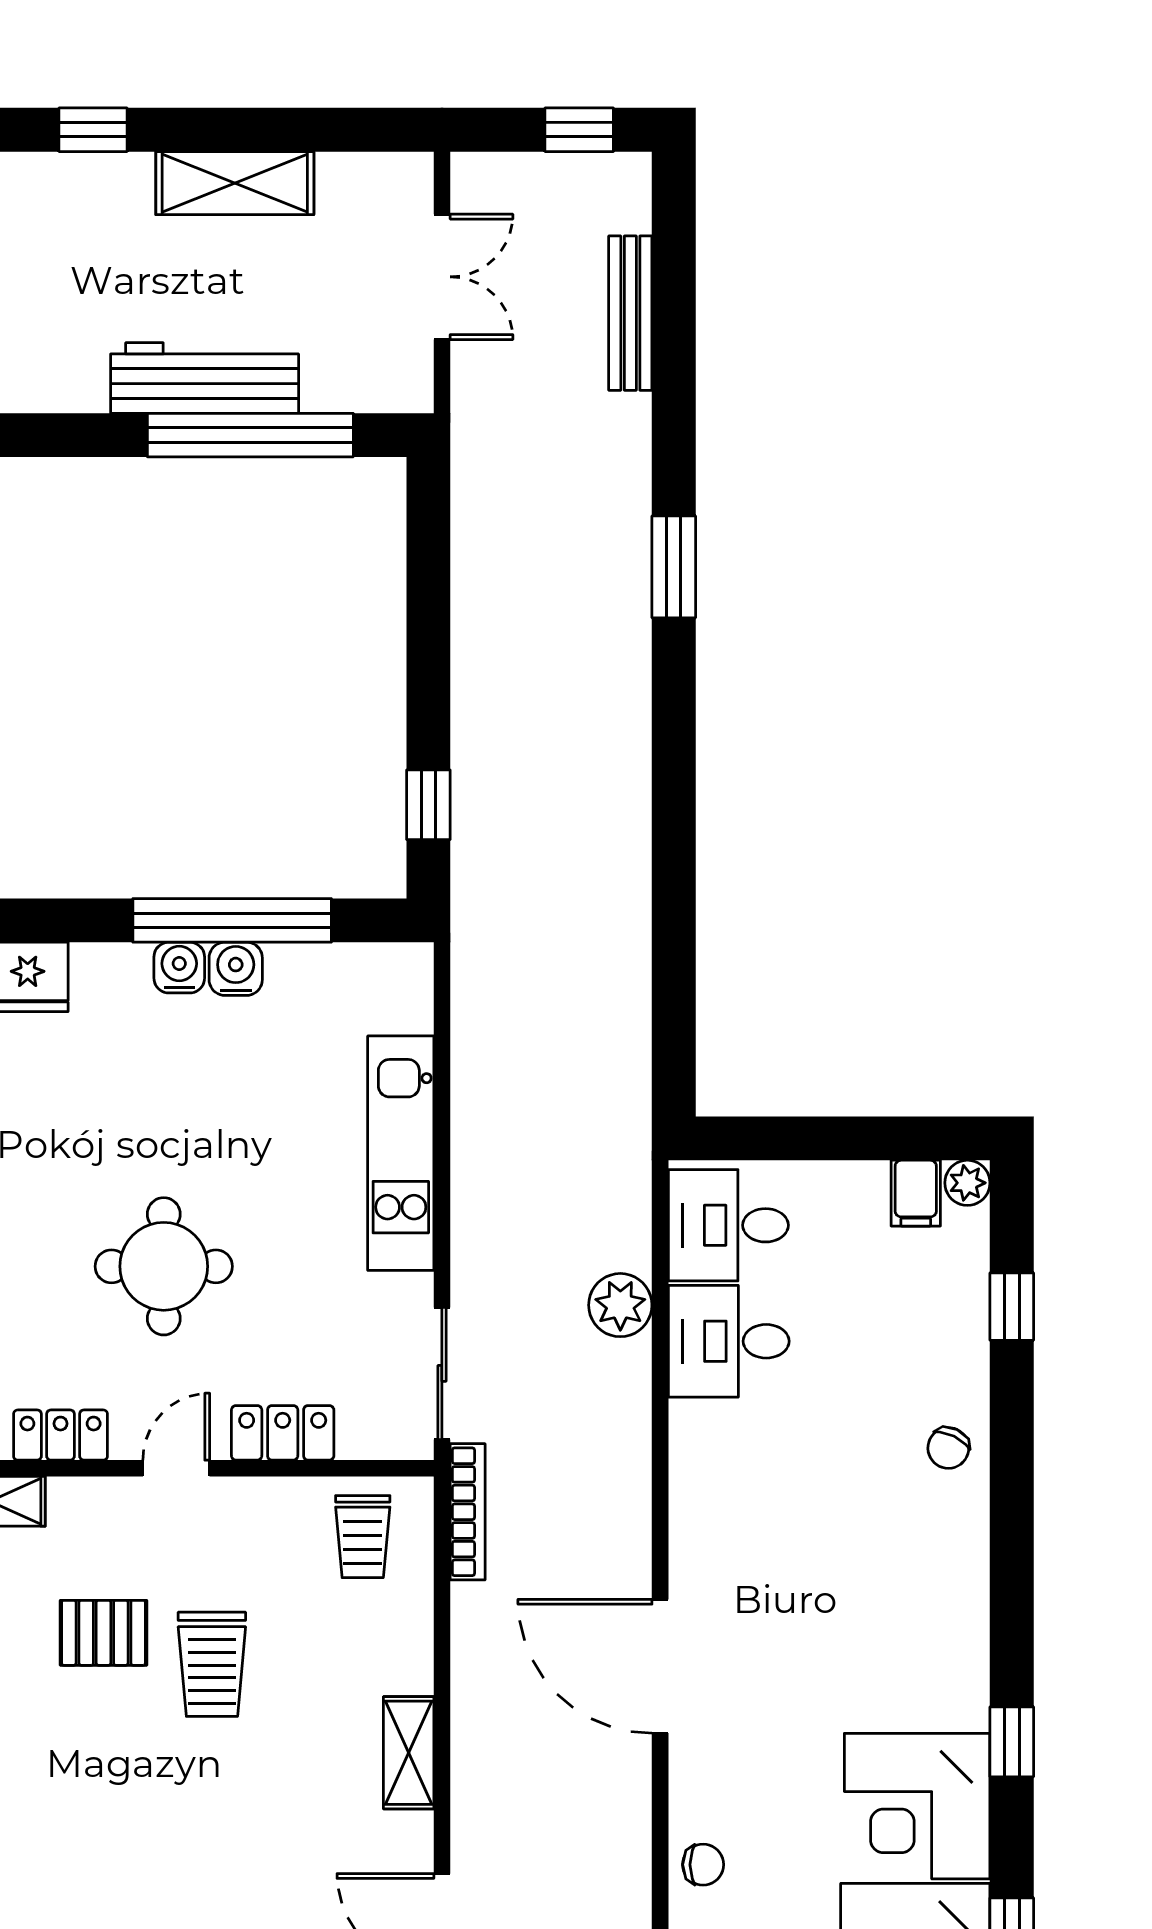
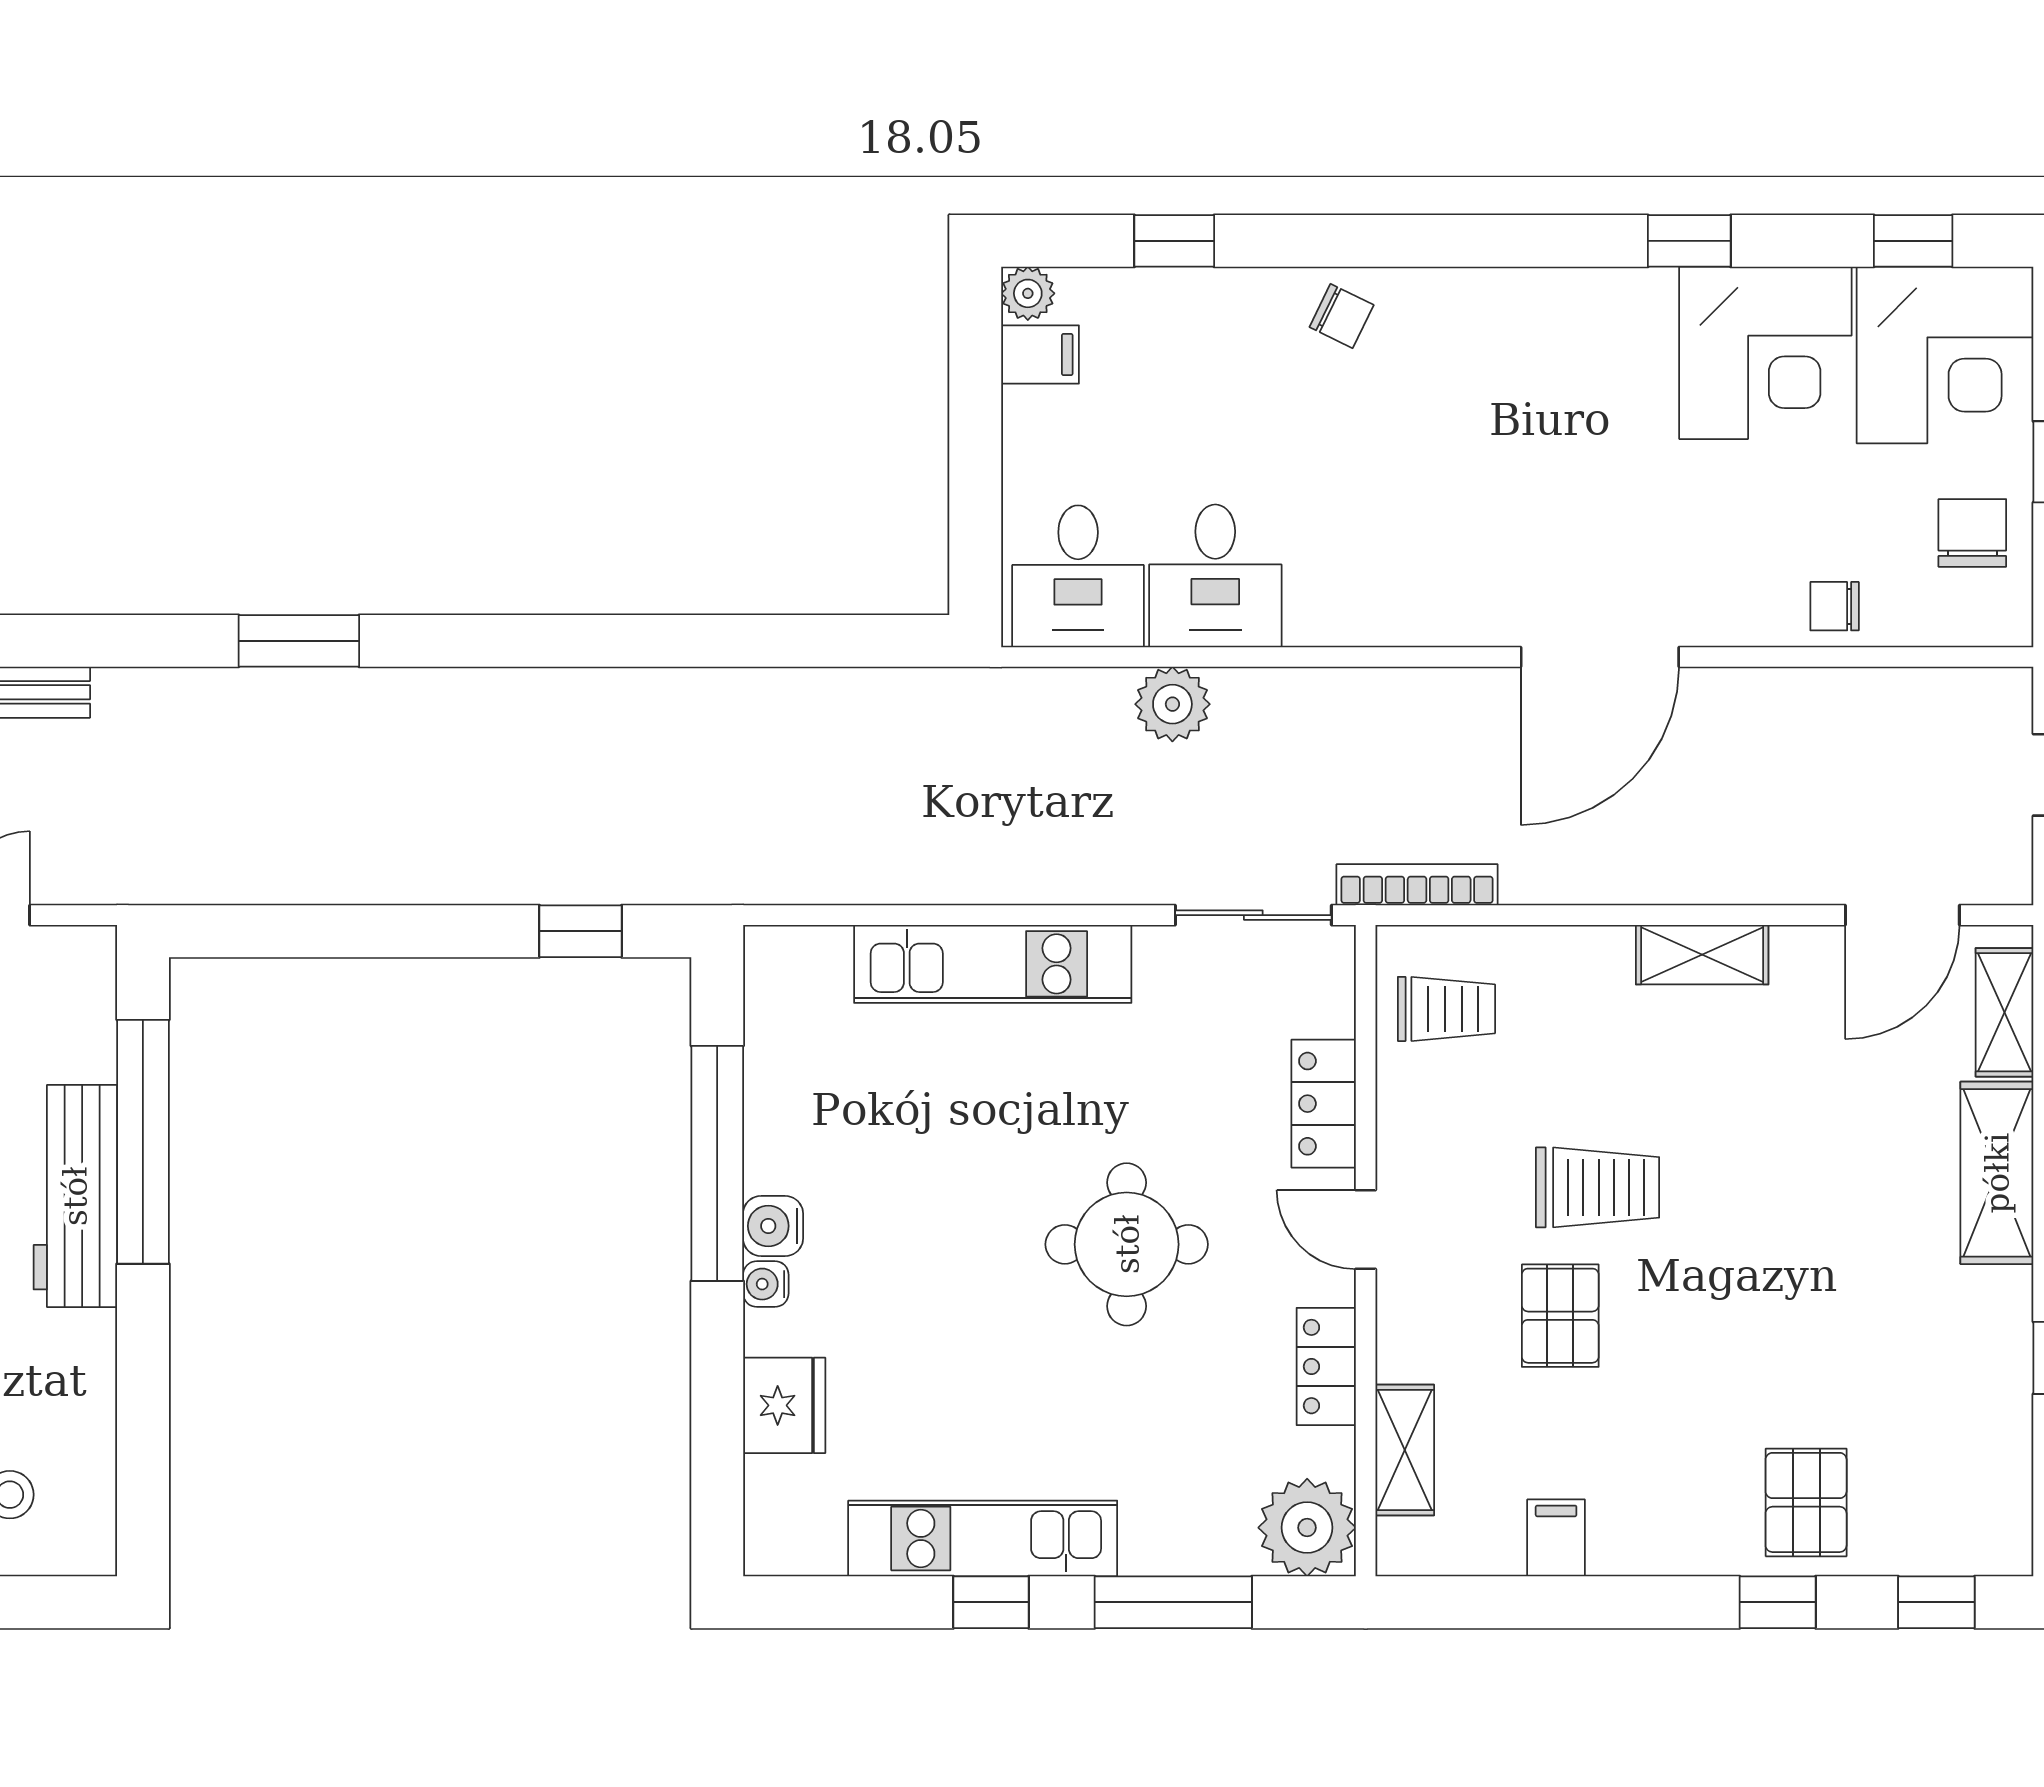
water cooler: (236, 969) -> (766, 1284), moved, width x0.72, depth x0.72
chair: (703, 1865) -> (1835, 606), turned -90

